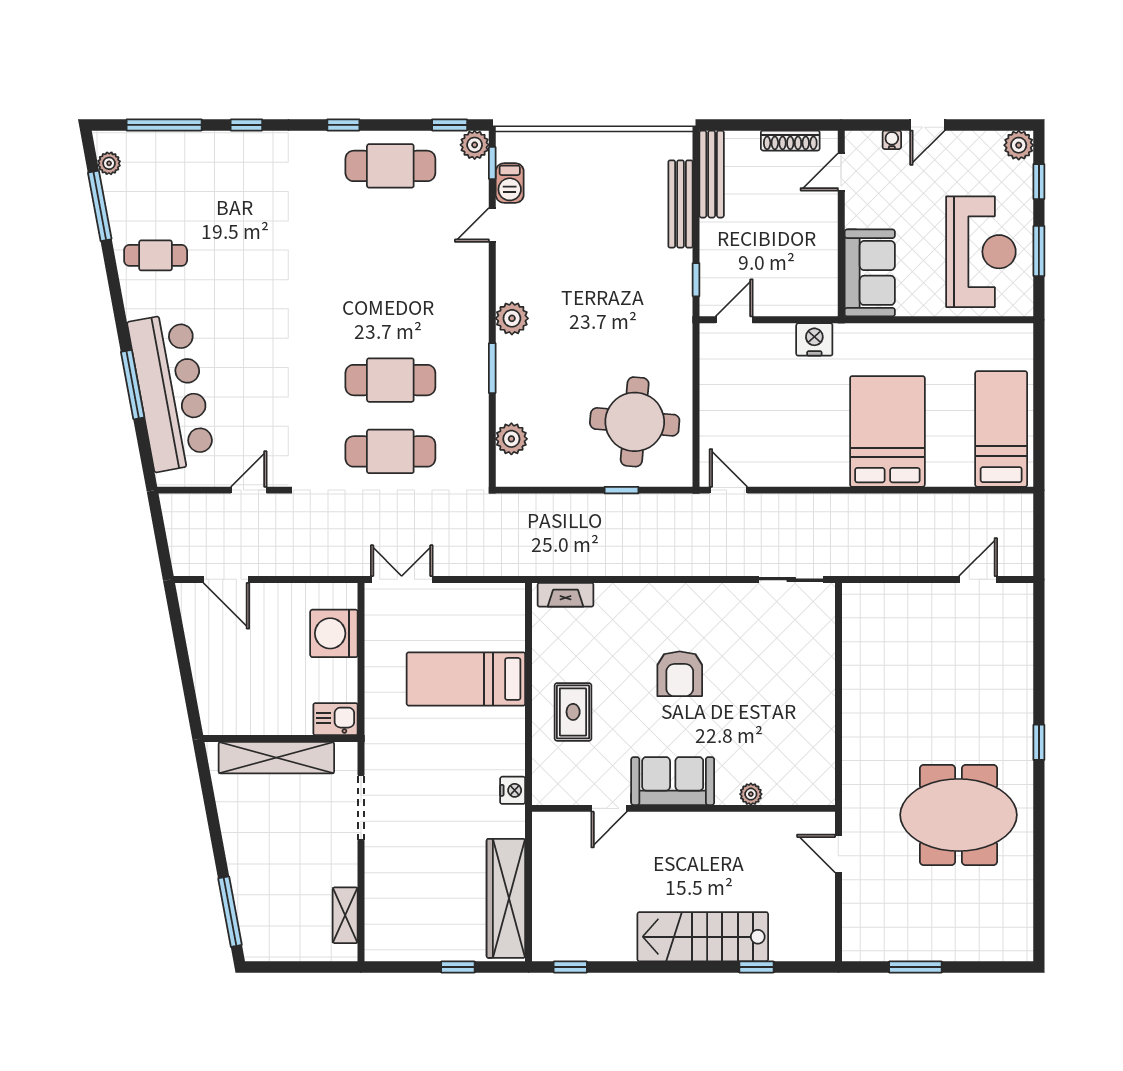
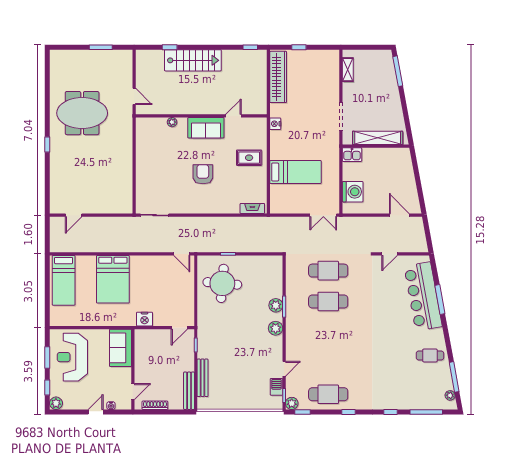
plant: (511, 439) -> (276, 305), moved
rug: (573, 712) -> (249, 158), turned 90

